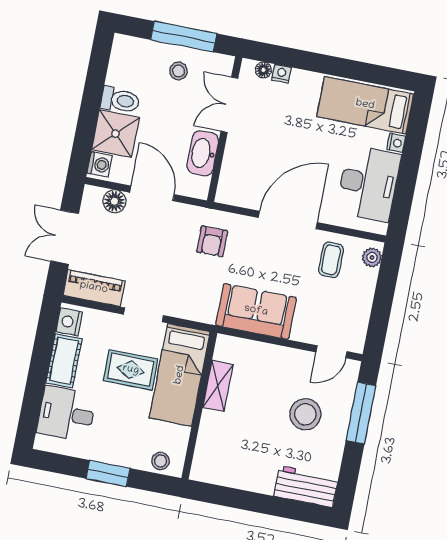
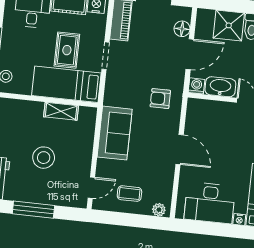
washing machine: (100, 164) -> (197, 86), moved, turned 180
door: (288, 220) -> (180, 149), width x0.73
coffee table: (331, 260) -> (129, 194), moved
door: (332, 352) -> (91, 188), swing flipped
window: (361, 413) -> (33, 210), moved
stool: (305, 414) -> (44, 158), moved

